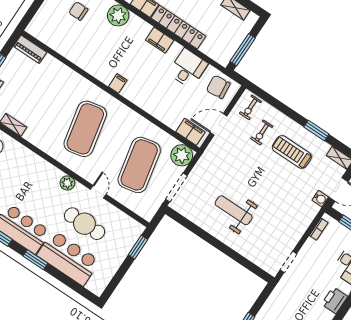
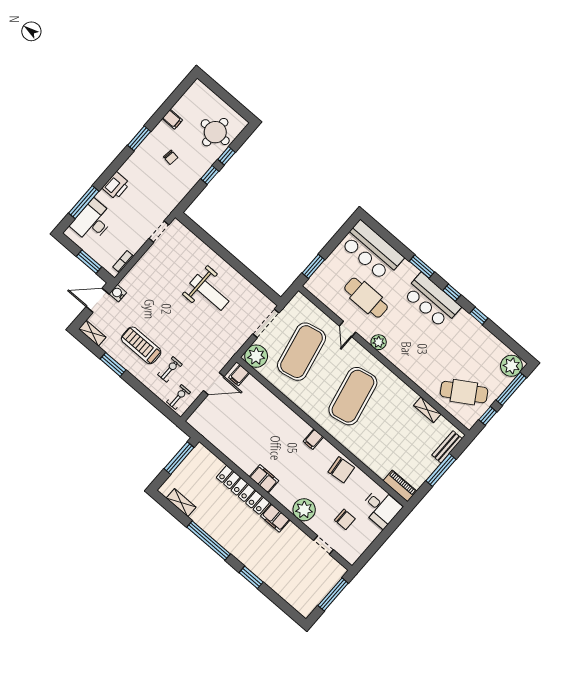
desk: (188, 68) -> (381, 508), moved, turned -90
chair: (218, 87) -> (341, 470), moved
filing cabinet: (190, 132) -> (239, 375), width x0.50
treadmill: (292, 152) -> (141, 345), turned 180
bar counter: (68, 258) -> (372, 251), moved

